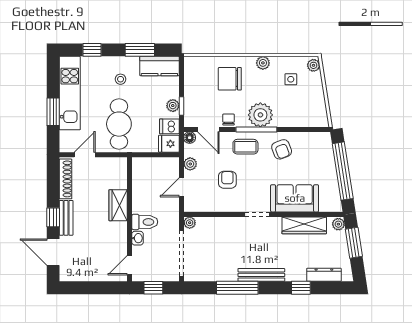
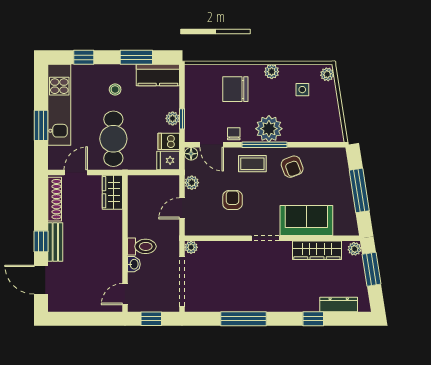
window: (343, 171) -> (359, 190), width x0.68
wardrobe: (118, 205) -> (112, 192), moved
bench: (261, 275) -> (270, 305), removed

